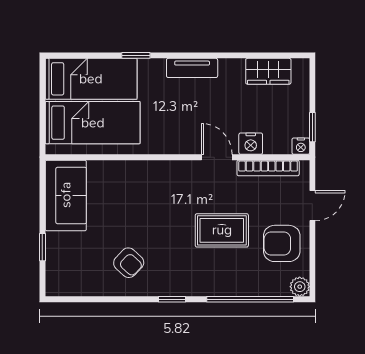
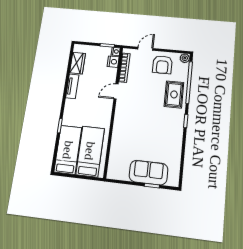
tv unit: (192, 68) -> (72, 86), moved
nightstand: (251, 144) -> (113, 62), moved
sofa: (66, 195) -> (148, 173), moved
door: (312, 206) -> (145, 49), hinge flipped
rug: (222, 230) -> (174, 94), moved
armchair: (129, 263) -> (165, 141), removed

